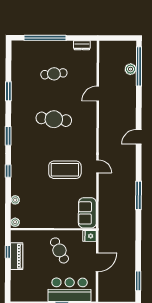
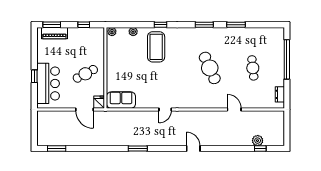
window: (139, 66) -> (260, 149), width x0.32
cafe table: (54, 119) -> (210, 68), turned -30
window: (8, 136) -> (204, 25), moved
coffee table: (65, 170) -> (156, 47), moved
window: (138, 195) -> (138, 149), width x0.69
piano: (17, 256) -> (54, 33), moved
door: (97, 262) -> (84, 110), moved
window: (8, 286) -> (52, 25), added

